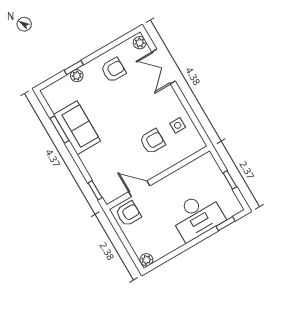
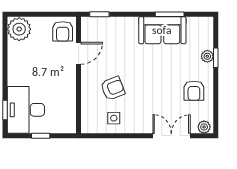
armchair: (152, 141) -> (113, 88), turned -111
desk: (197, 216) -> (26, 110), moved
plant: (146, 260) -> (19, 29), width x1.88, depth x1.88

